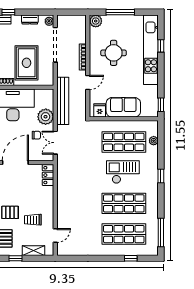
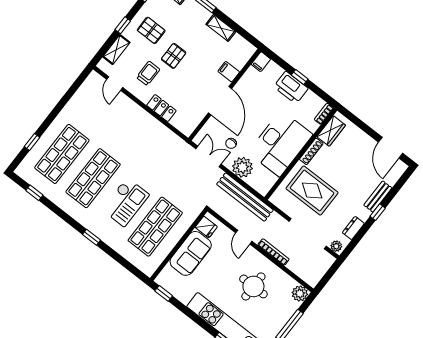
plant: (154, 141) -> (133, 258), removed
locker: (48, 175) -> (161, 108), moved
window: (161, 233) -> (34, 193), width x0.46

